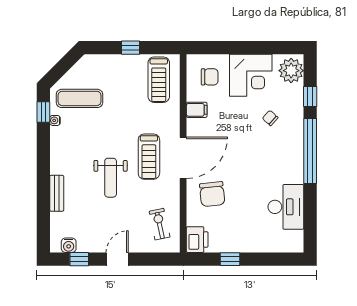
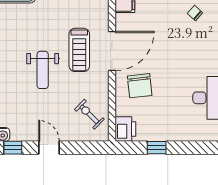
exercise bike: (159, 224) -> (89, 114), turned -33
door: (117, 259) -> (49, 148), hinge flipped

